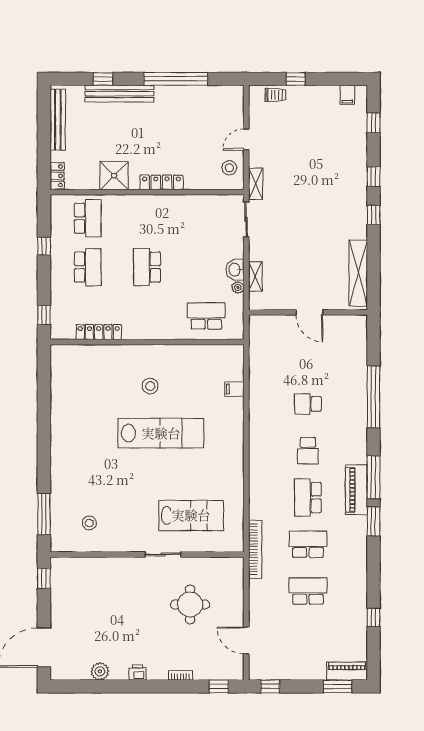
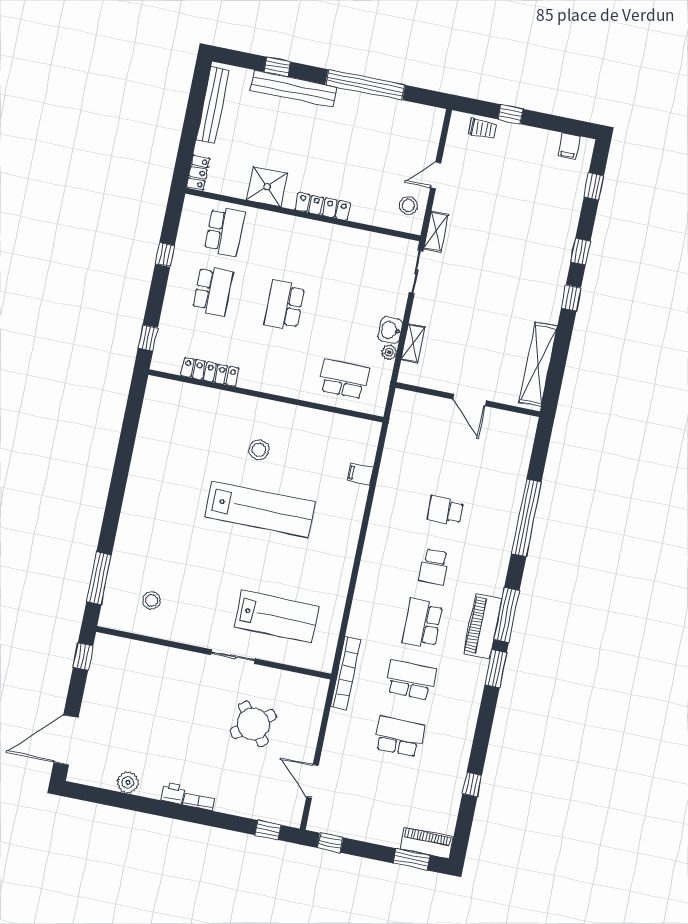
round table: (190, 604) -> (253, 724), turned -38
bookcase: (181, 675) -> (199, 802), moved

